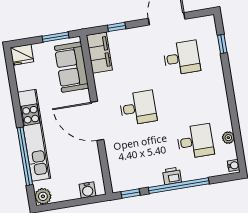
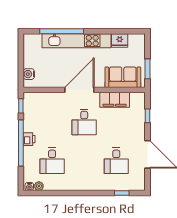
filing cabinet: (99, 53) -> (115, 100), moved
fridge: (22, 55) -> (120, 40), moved, turned -90
plant: (228, 138) -> (39, 186), moved
plant: (43, 196) -> (30, 40), removed

